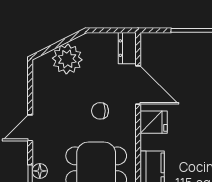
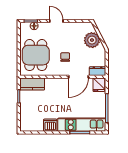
fridge: (154, 122) -> (99, 85), moved

